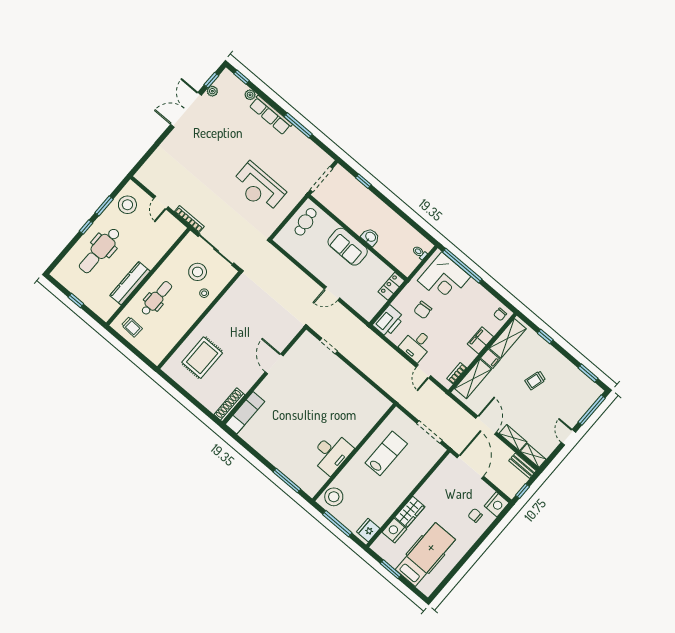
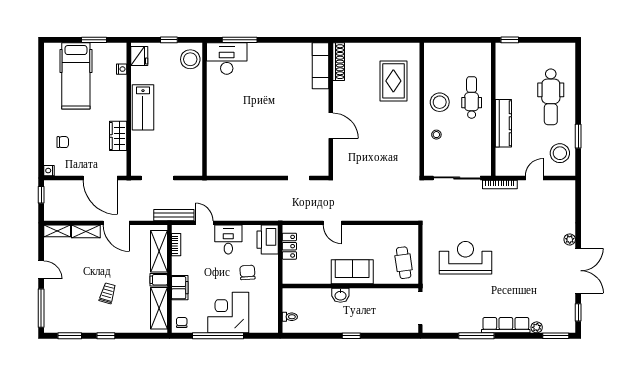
window: (242, 77) -> (556, 336), width x1.50
plant: (212, 91) -> (570, 239), moved
window: (363, 181) -> (351, 336), moved
door: (161, 203) -> (534, 178), hinge flipped
window: (86, 227) -> (578, 106), removed
dental chair: (100, 250) -> (551, 97), turned 180
window: (462, 266) -> (218, 336), moved
stool: (198, 272) -> (440, 102), moved
corner desk: (444, 279) -> (228, 313), moved
kitchen counter: (130, 283) -> (503, 123), moved
locker: (391, 286) -> (289, 246), moved
door: (332, 294) -> (332, 223), swing flipped
dental chair: (156, 298) -> (472, 97), turned 180
window: (76, 300) -> (510, 40), moved
trolley: (132, 327) -> (472, 57), removed
window: (545, 337) -> (106, 336), moved
desk: (331, 453) -> (227, 59), moved, turned 90
lab bench: (386, 453) -> (143, 107), moved
bench: (522, 466) -> (174, 215), moved, width x1.36
nightstand: (497, 504) -> (49, 171), width x0.53, depth x0.56
wardrobe: (410, 512) -> (118, 136), moved
window: (337, 524) -> (169, 40), width x0.46
nightstand: (394, 531) -> (122, 69), width x0.53, depth x0.56

